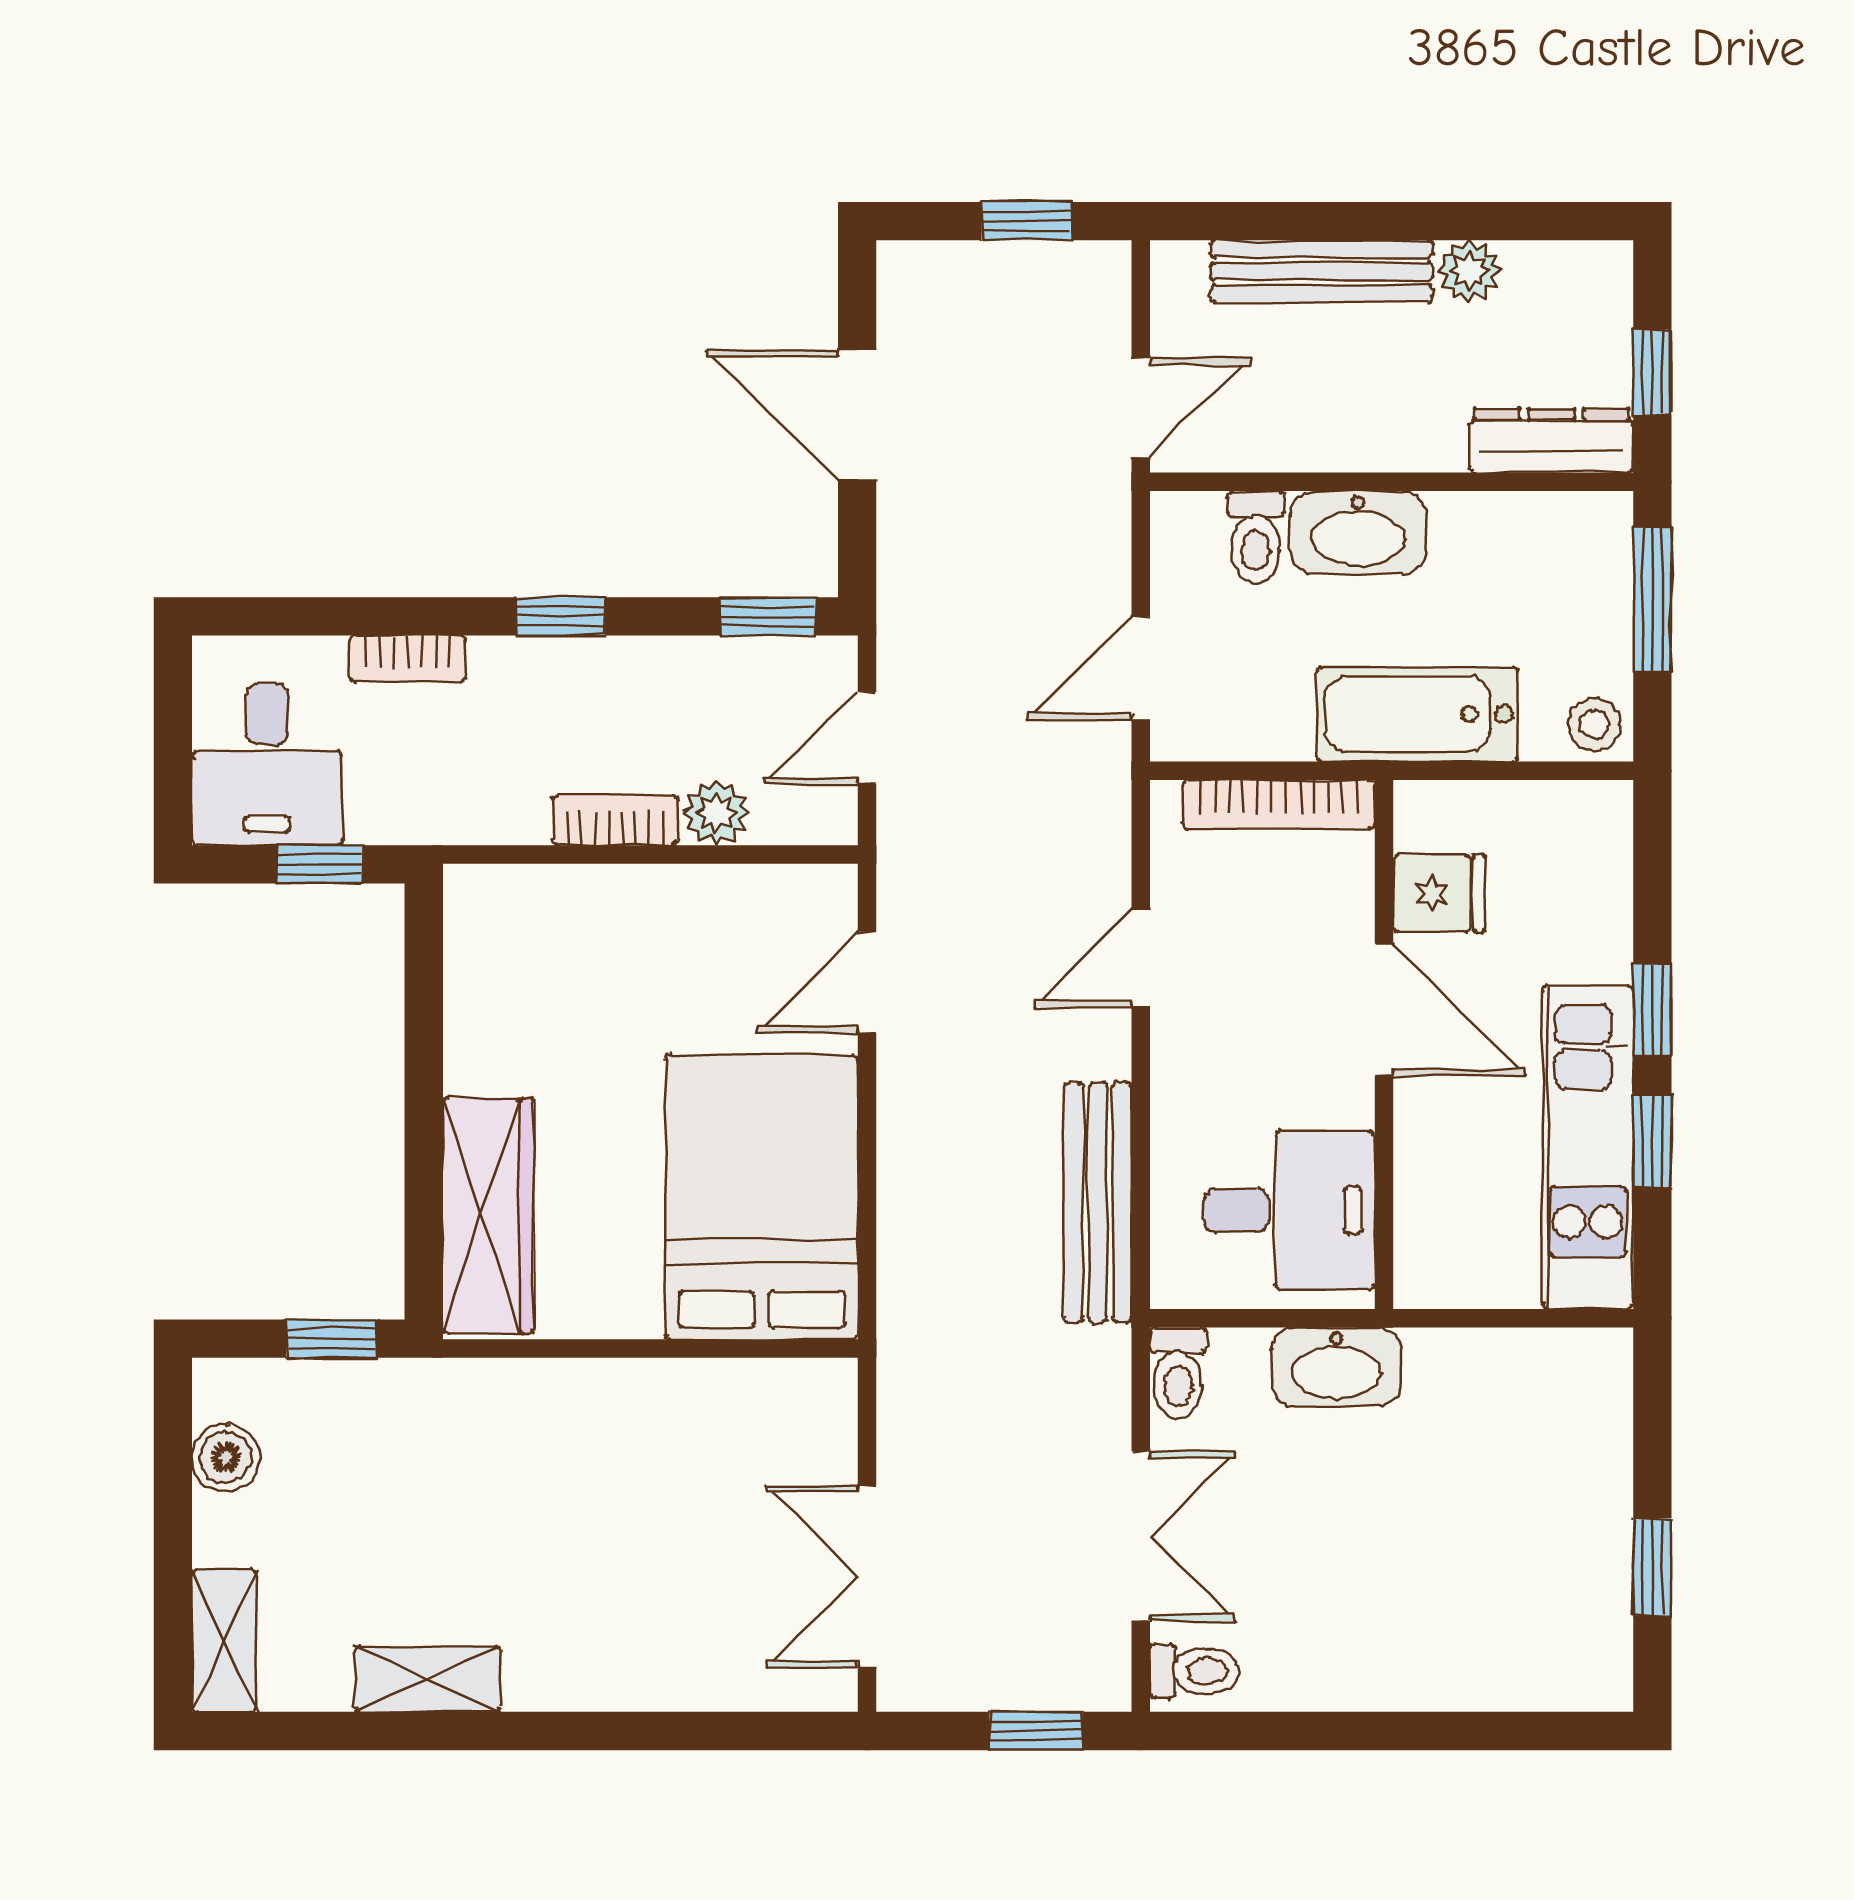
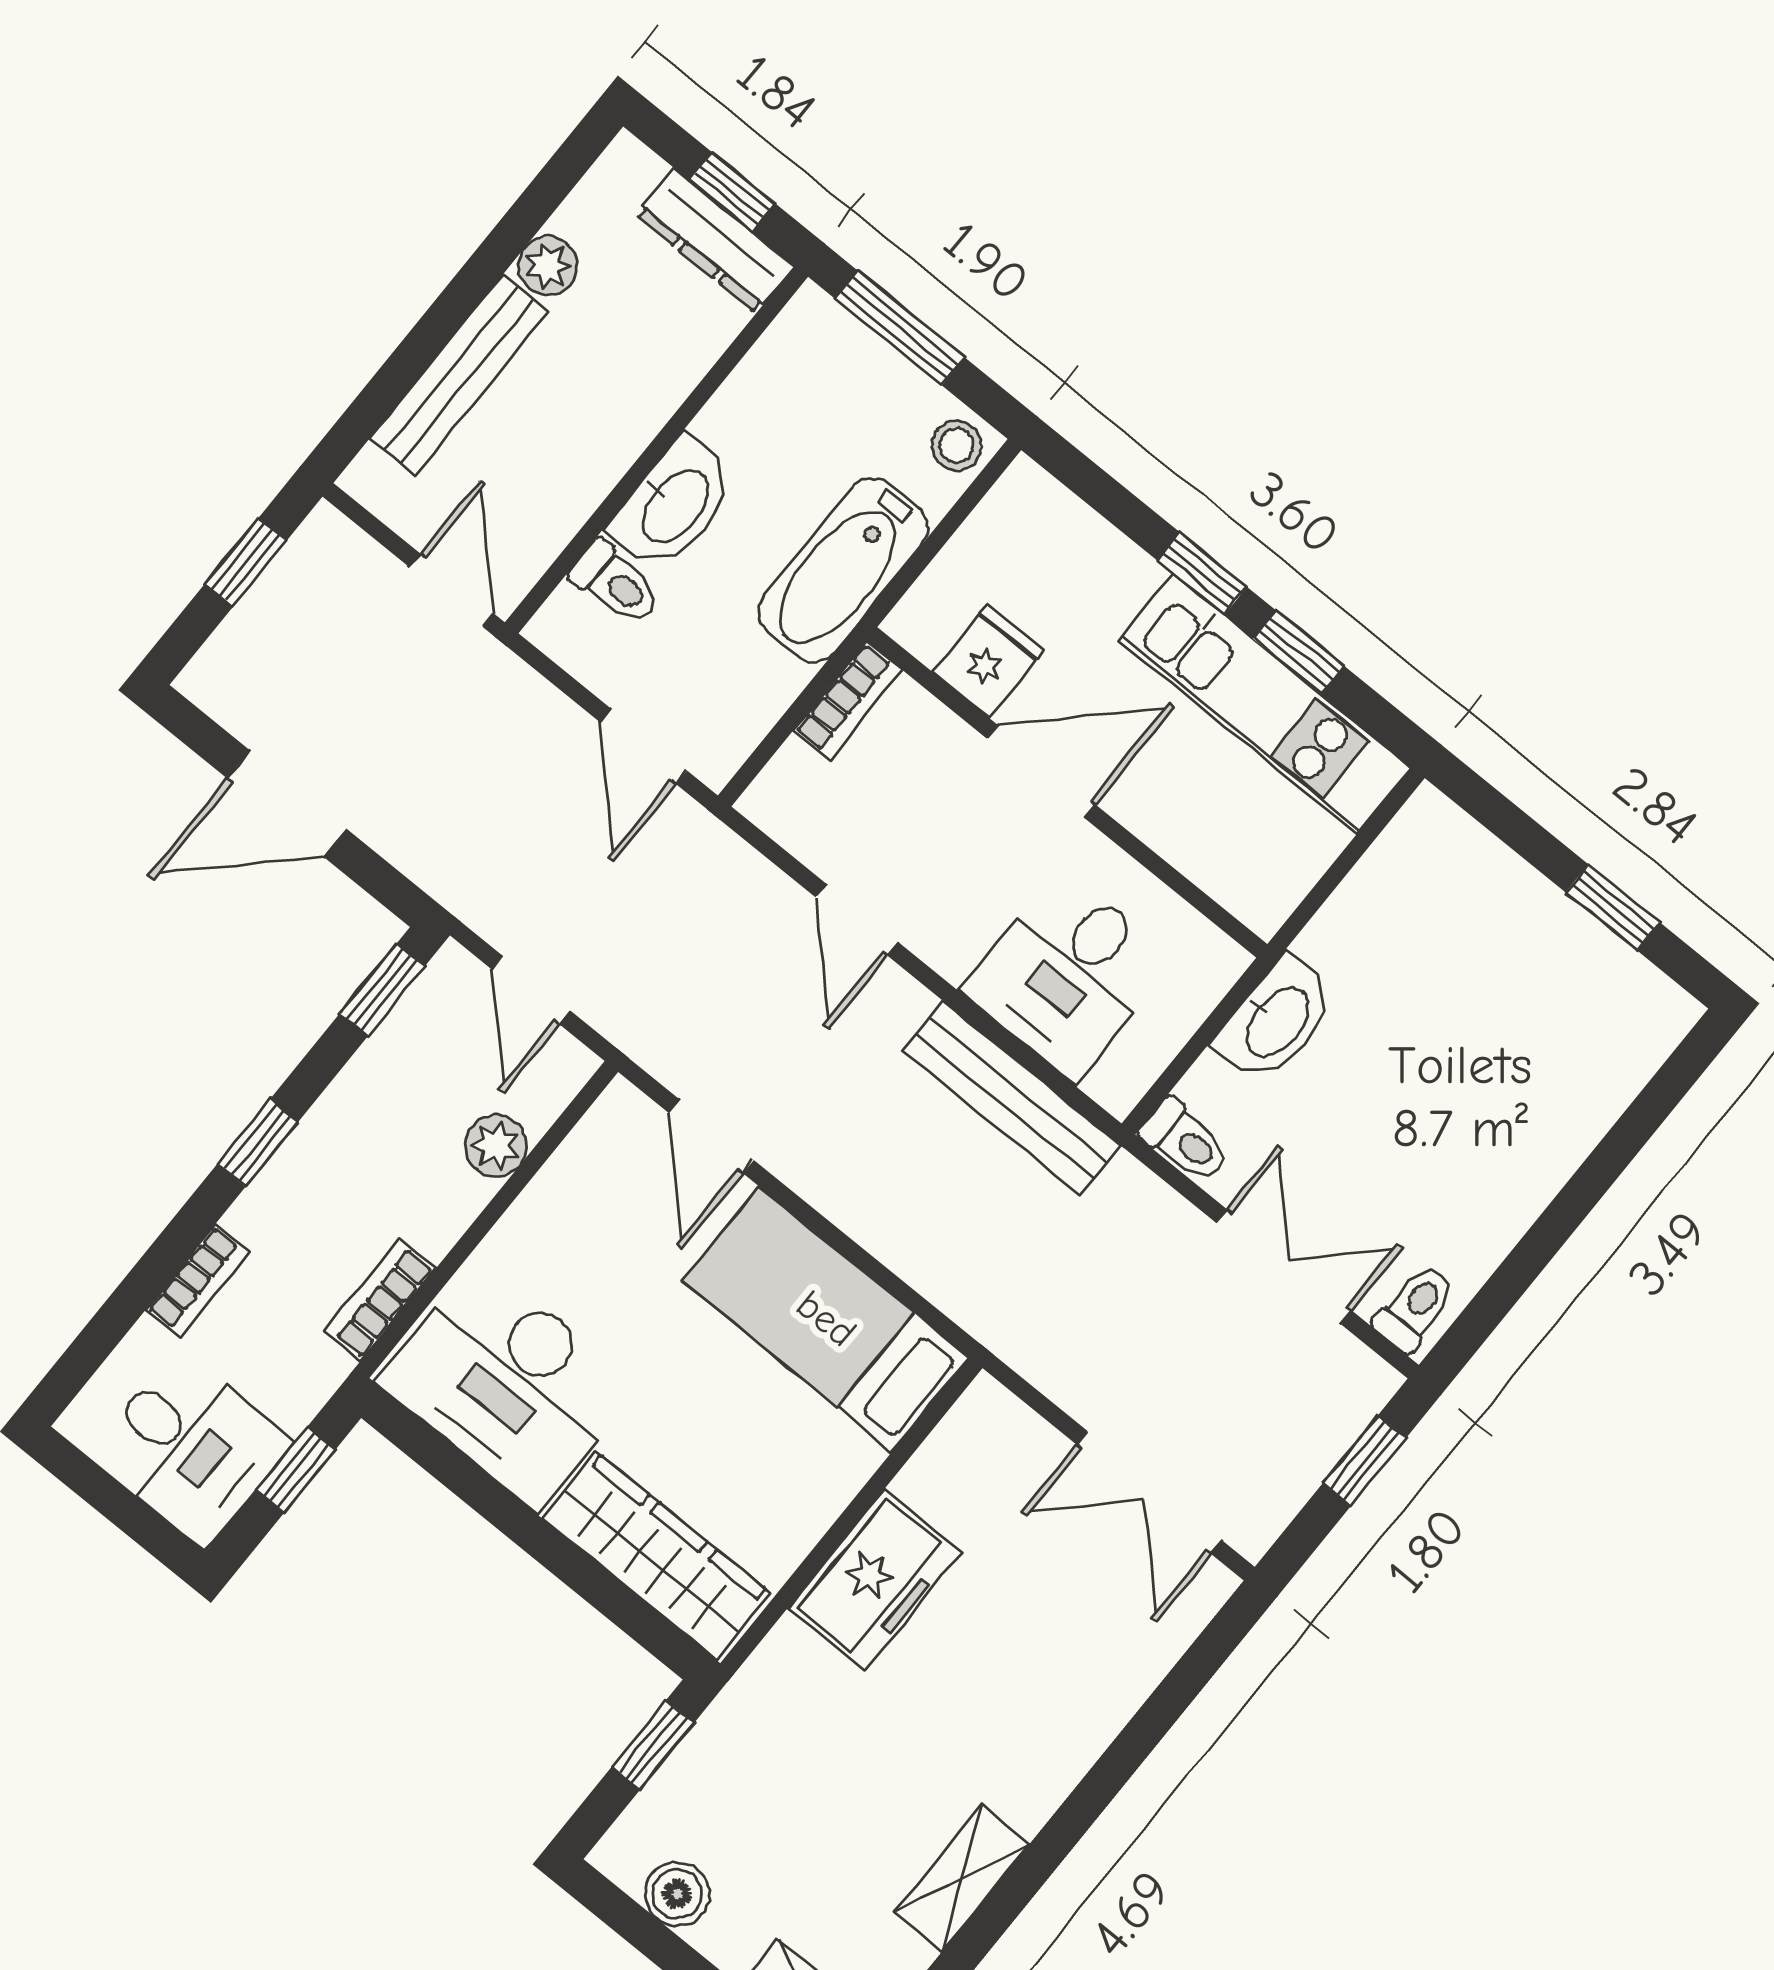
dresser: (1551, 441) -> (715, 240), moved, turned -90
bookcase: (1279, 804) -> (848, 701), width x0.64
bookcase: (615, 820) -> (380, 1300), moved
desk: (530, 981) -> (508, 1384), added
bed: (762, 1197) -> (826, 1319), width x0.67
desk: (1289, 1210) -> (1068, 975), moved, turned 180
freezer: (613, 1410) -> (874, 1580), added

